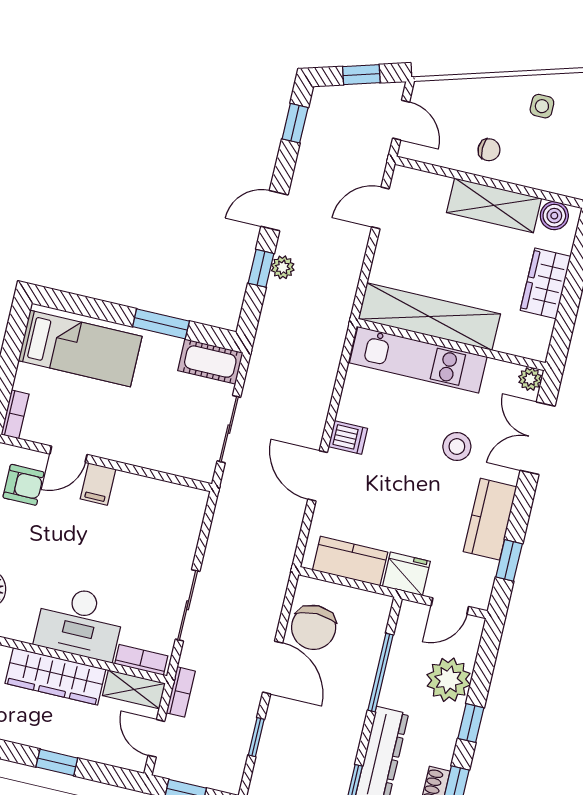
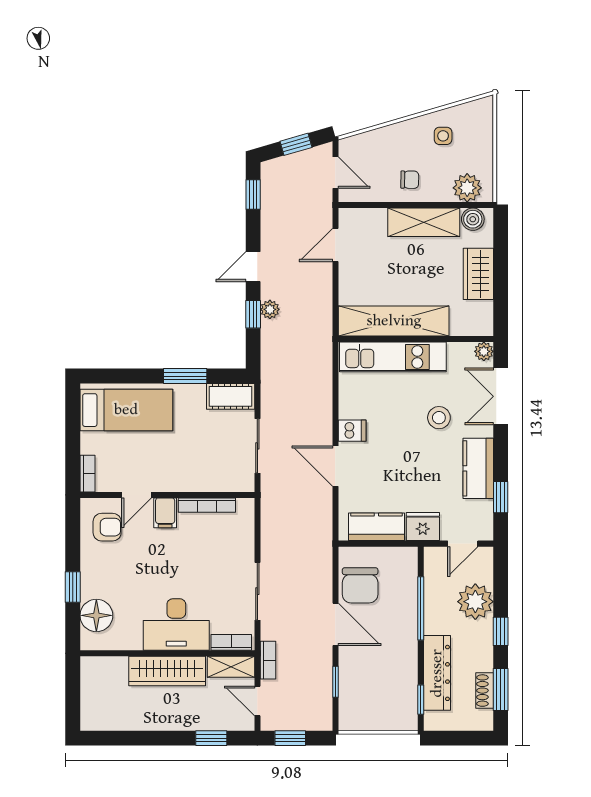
plant: (556, 176) -> (467, 188), added
bookcase: (151, 487) -> (207, 505), added
window: (57, 762) -> (211, 738), moved

